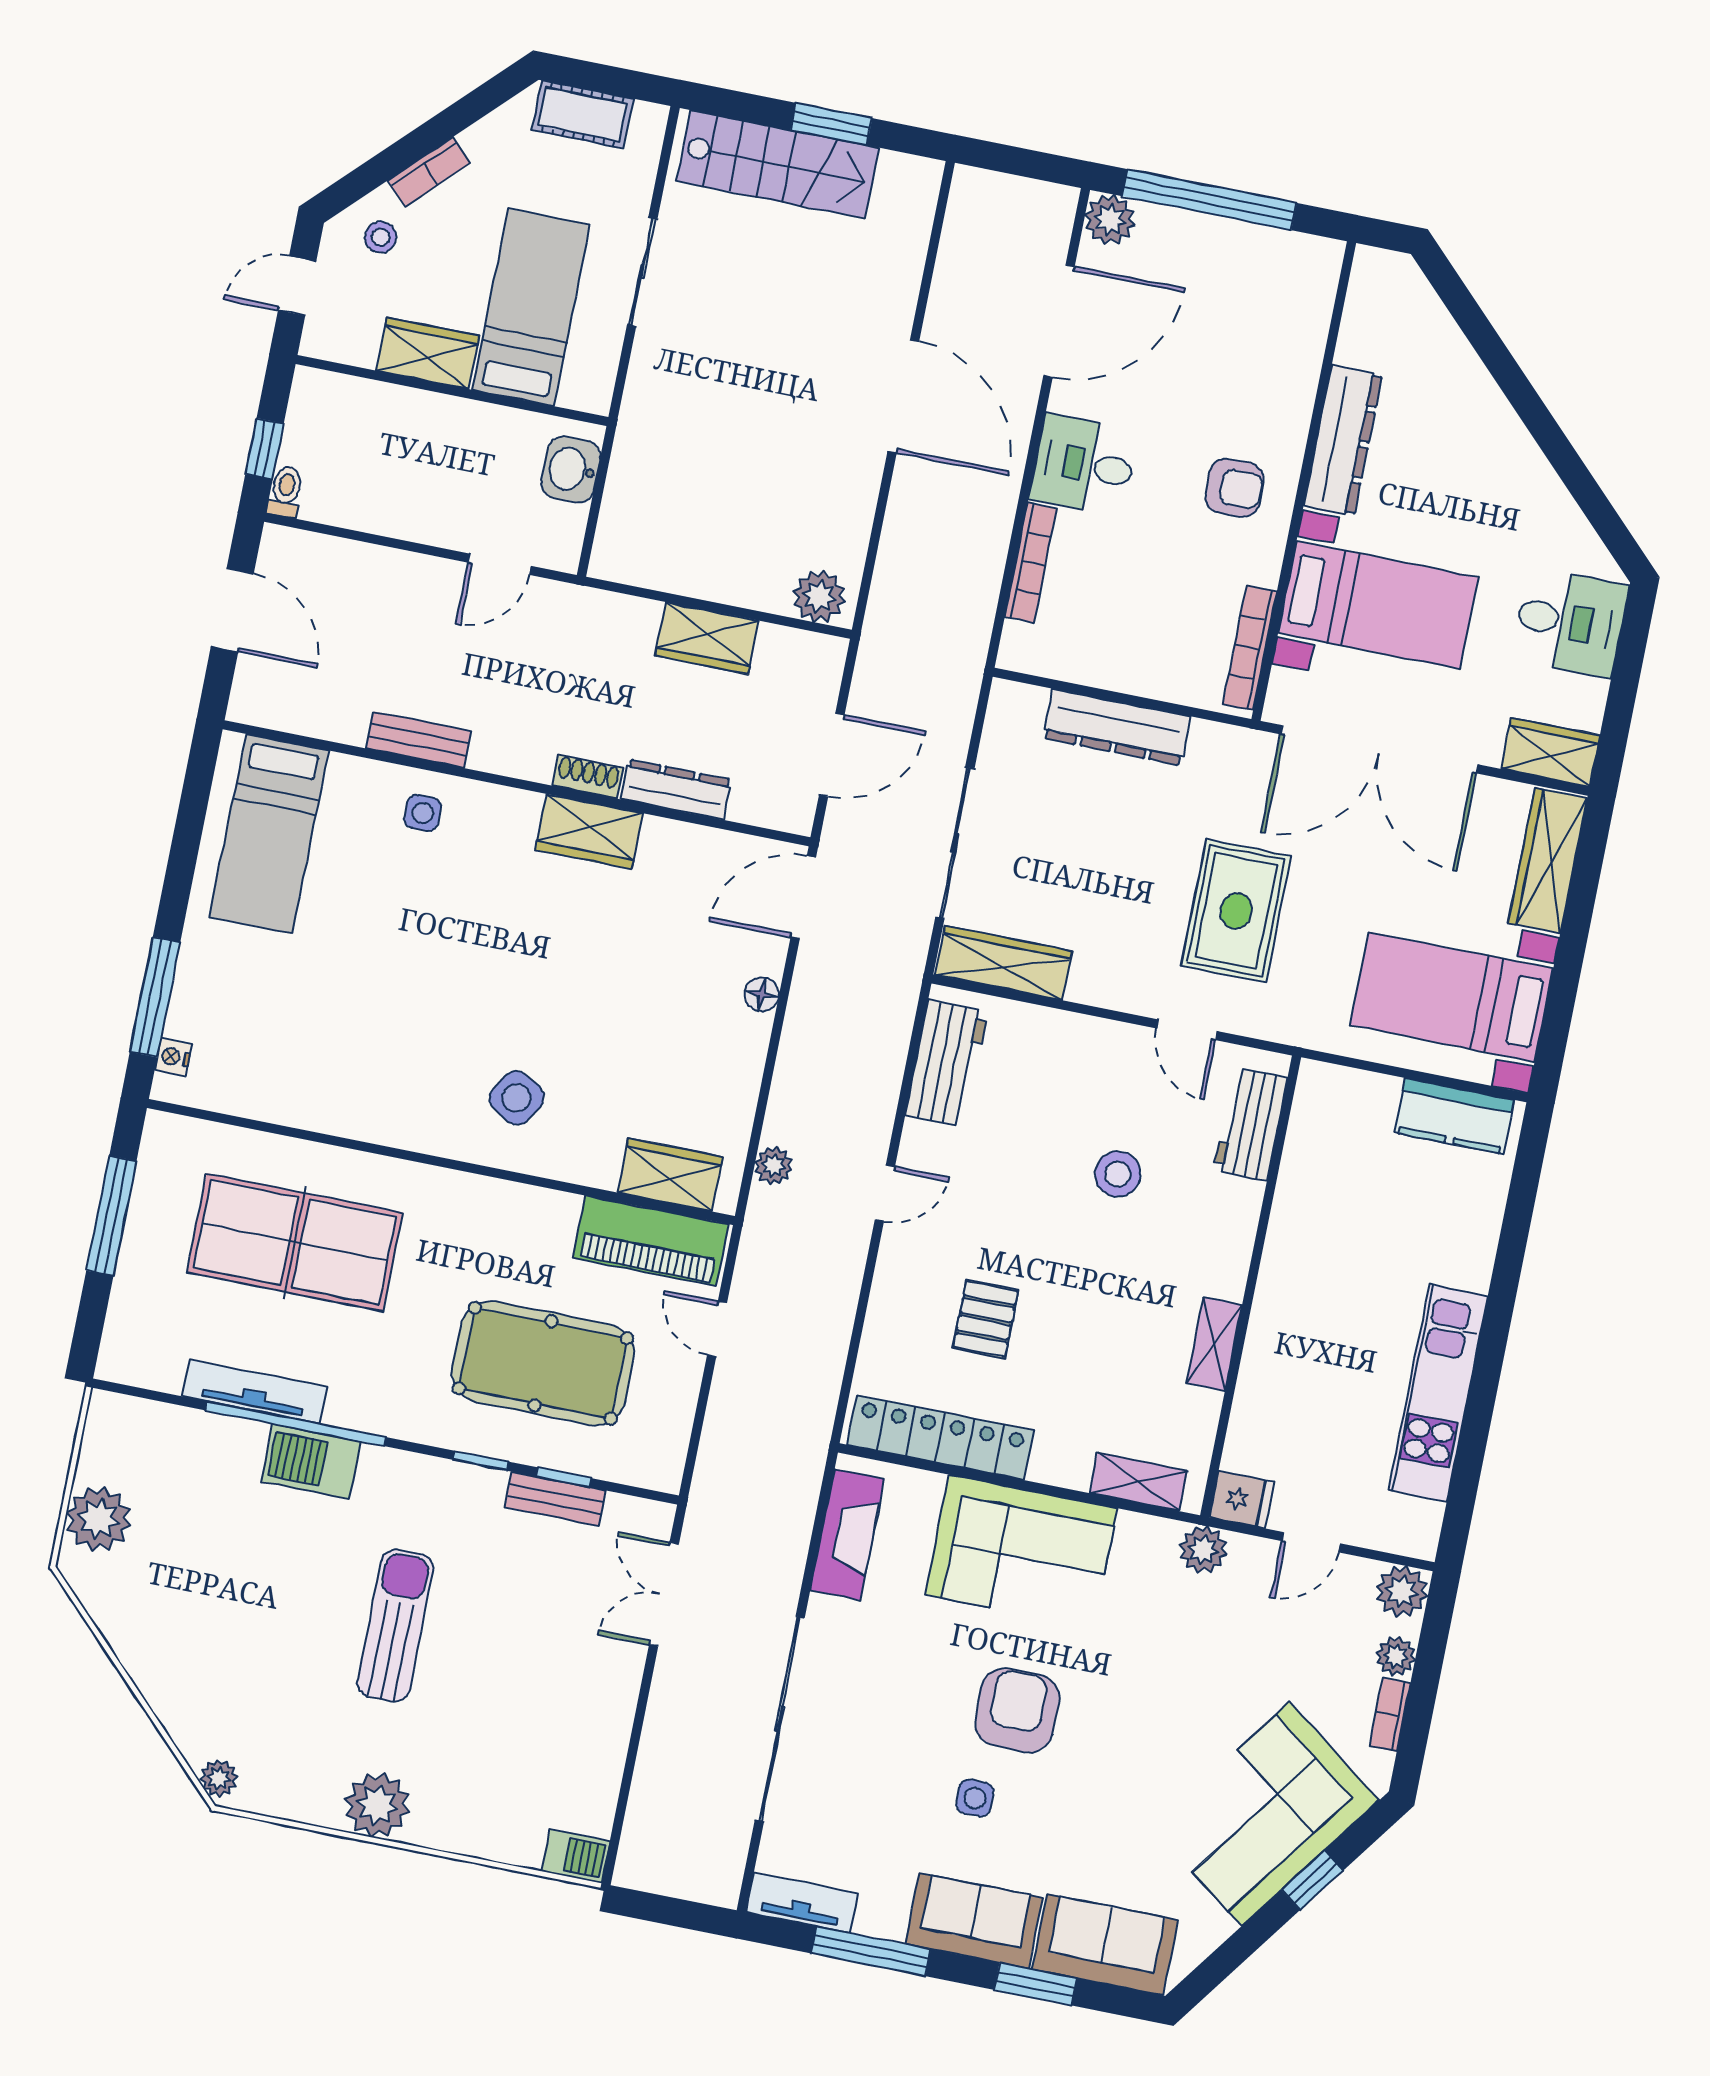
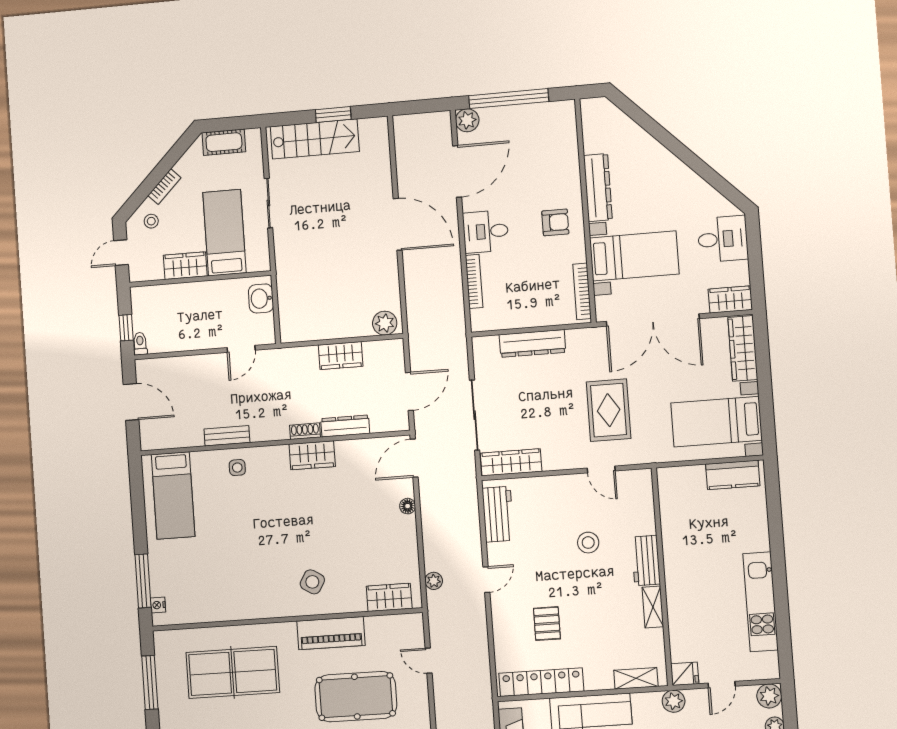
workbench: (1251, 1124) -> (646, 561), moved
piano: (651, 1241) -> (331, 633), moved

